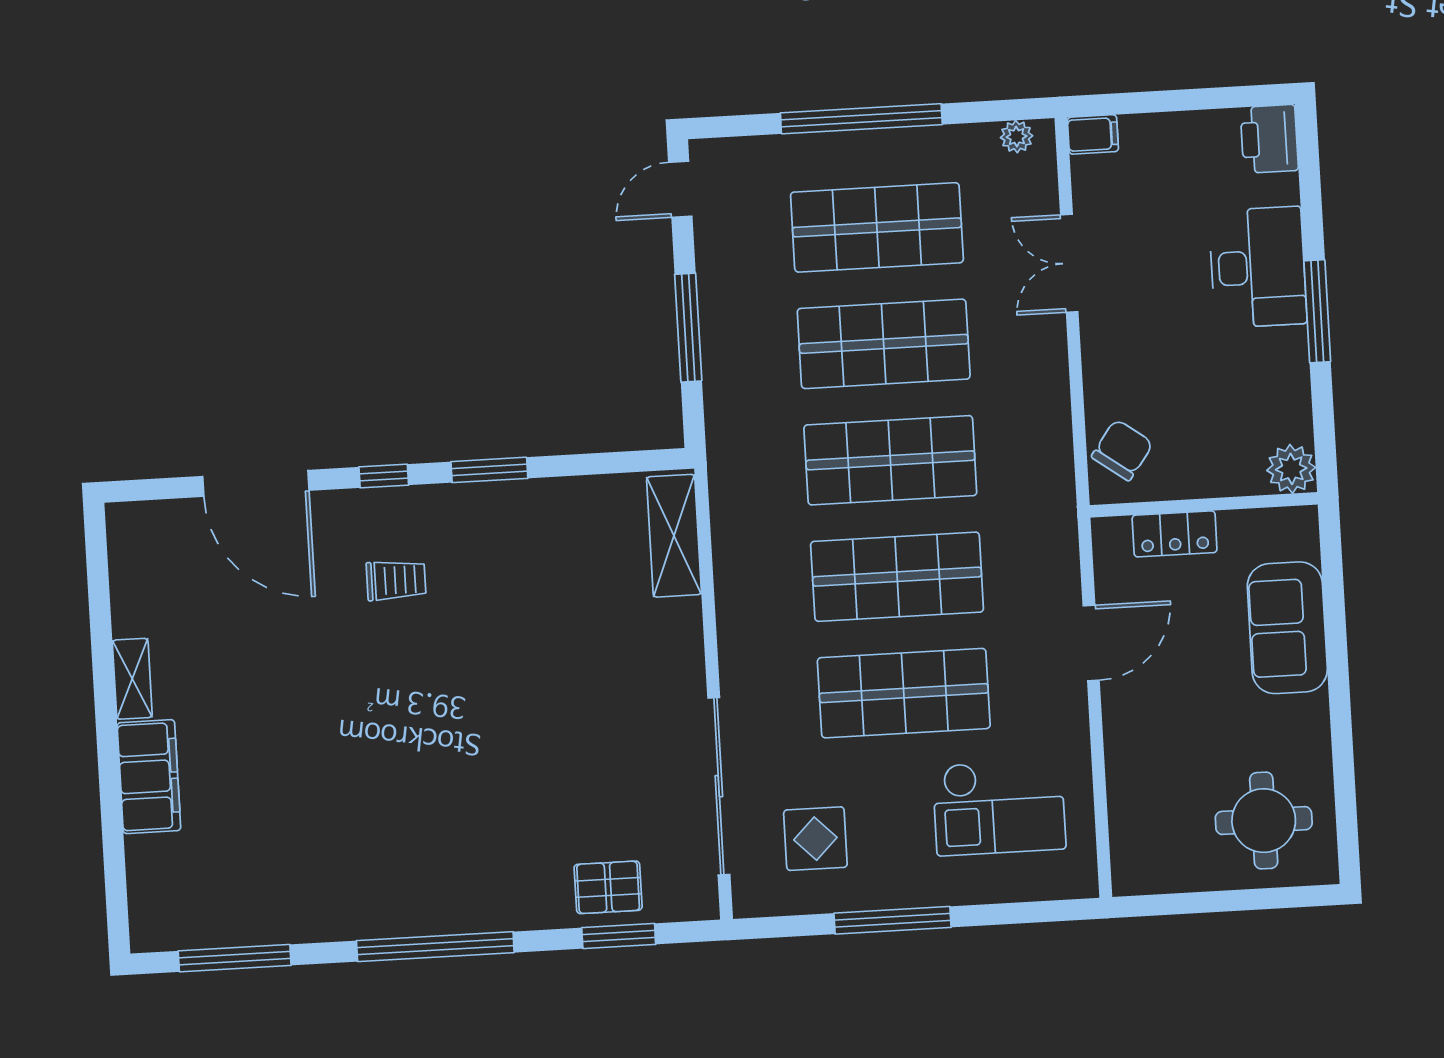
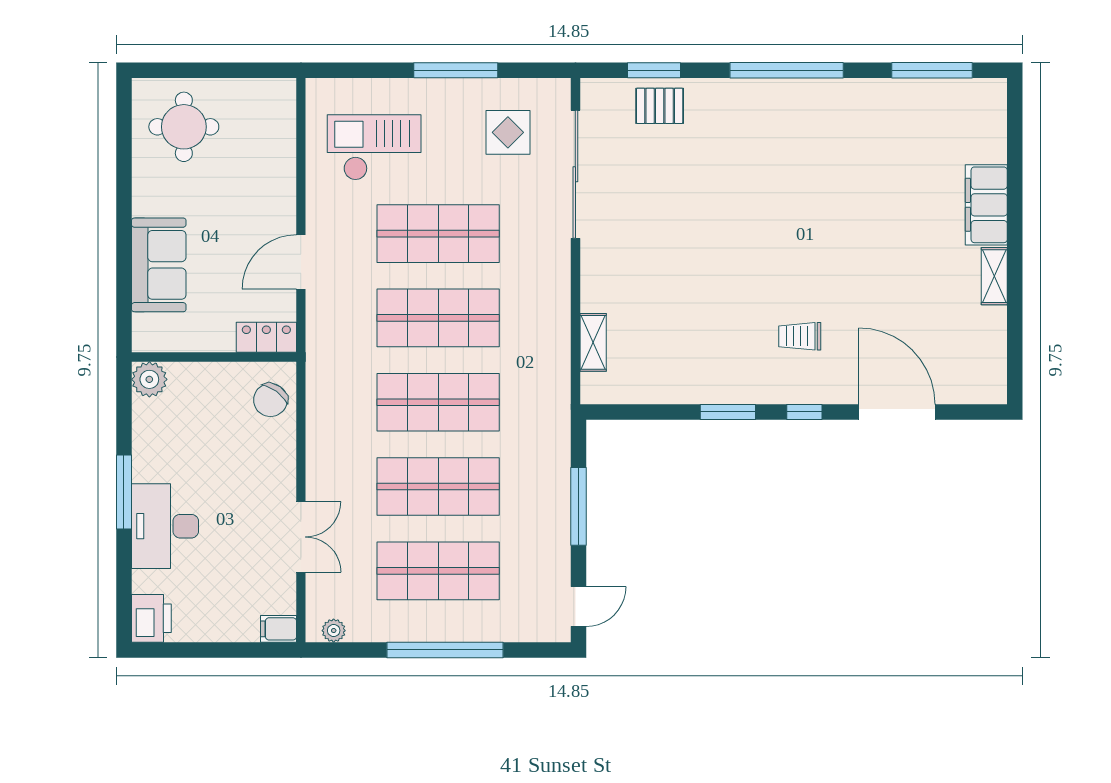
locker: (1175, 534) -> (266, 337), moved
shelving: (674, 536) -> (593, 342), width x0.67, depth x0.75

